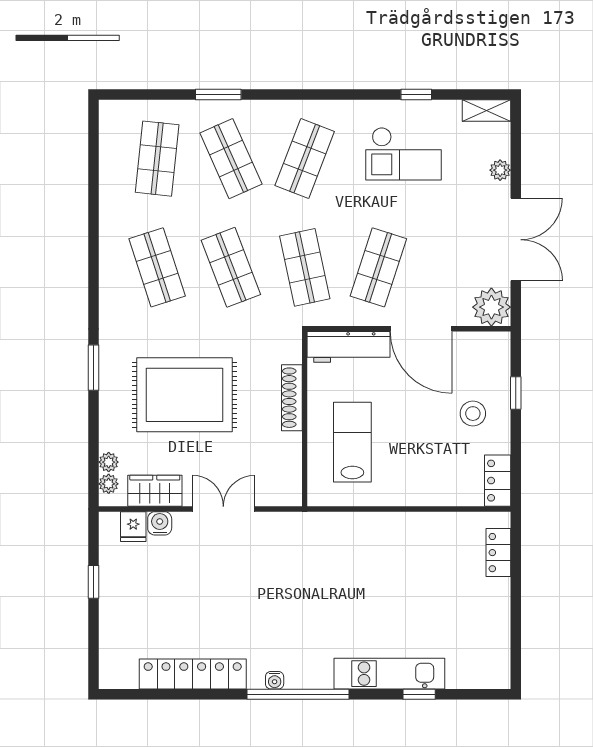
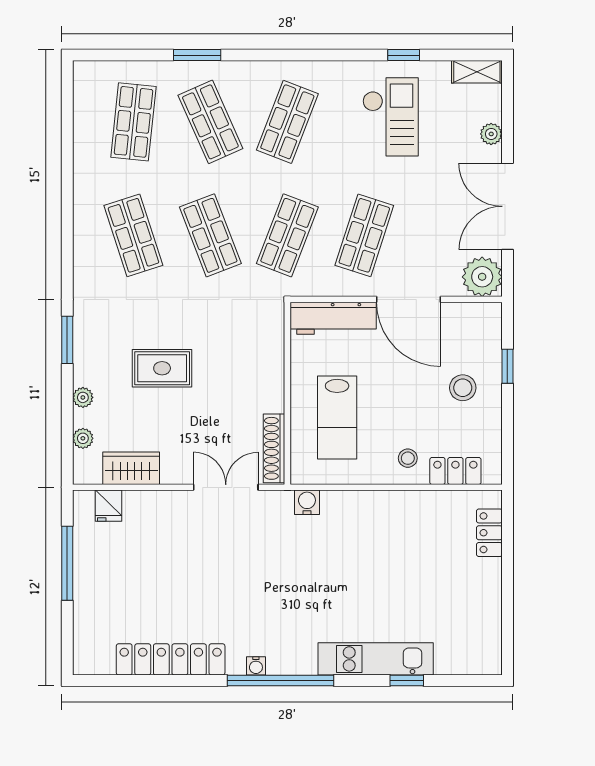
checkout: (404, 154) -> (390, 117), turned -90
double door: (516, 240) -> (507, 206), swing flipped
shop shelf: (305, 267) -> (287, 235), turned 33
rug: (184, 395) -> (162, 368), width x0.54, depth x0.49
shoe rack: (292, 398) -> (274, 448), moved
lab bench: (352, 442) -> (337, 418), turned 180
stool: (420, 481) -> (408, 458), added
locker: (498, 481) -> (455, 471), moved, turned 90
plant: (109, 484) -> (83, 397), moved
double door: (223, 509) -> (226, 487), moved
water cooler: (160, 523) -> (307, 502), moved
window: (94, 582) -> (67, 563), width x2.17

